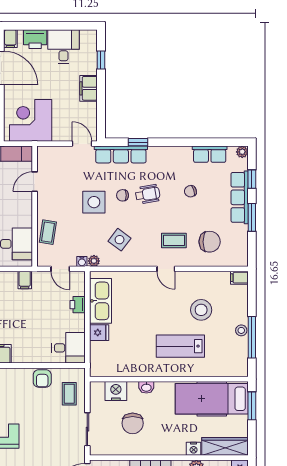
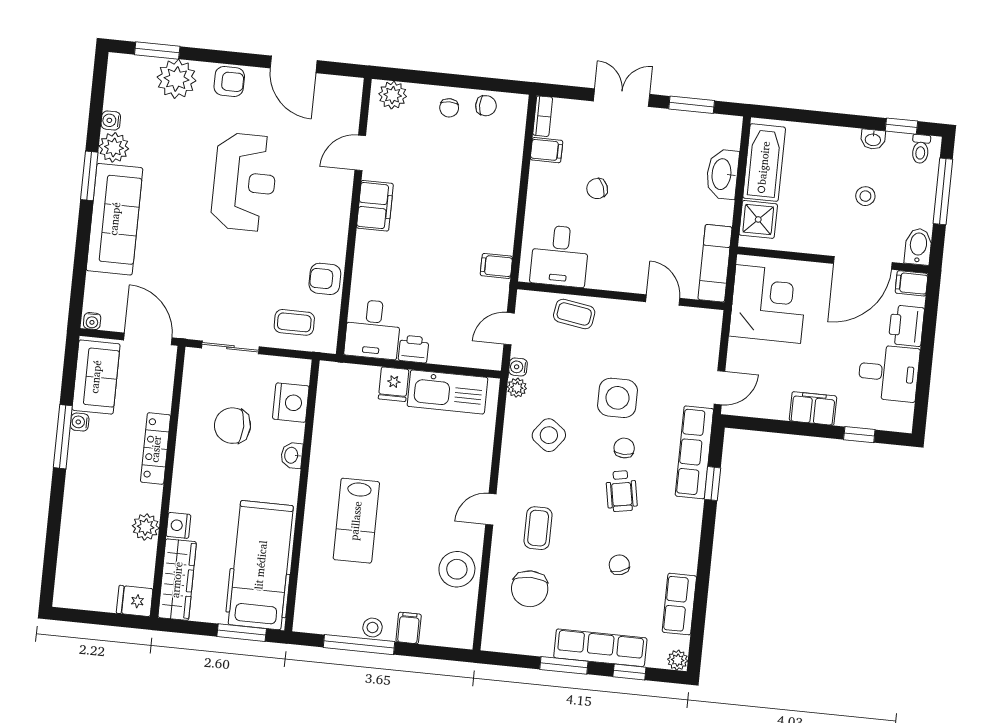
filing cabinet: (239, 278) -> (409, 628), moved
printer: (78, 305) -> (414, 349), moved
stool: (201, 310) -> (457, 569), moved
lab bench: (180, 346) -> (356, 521), turned 180

